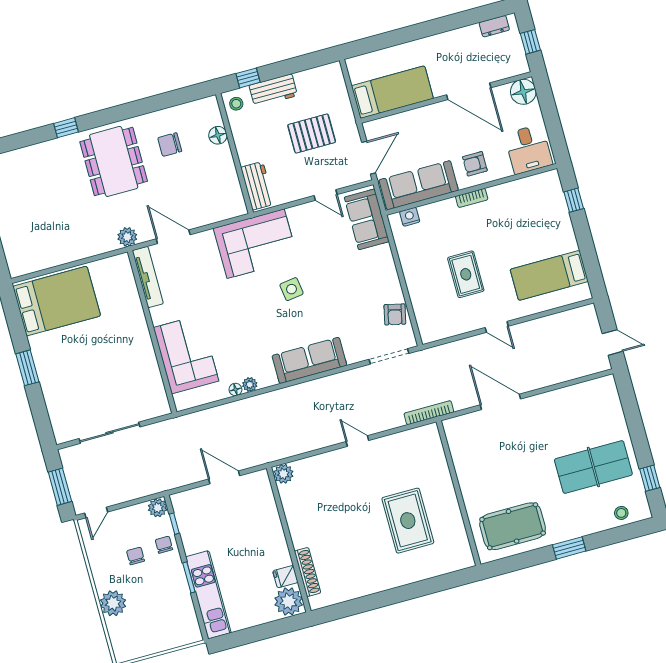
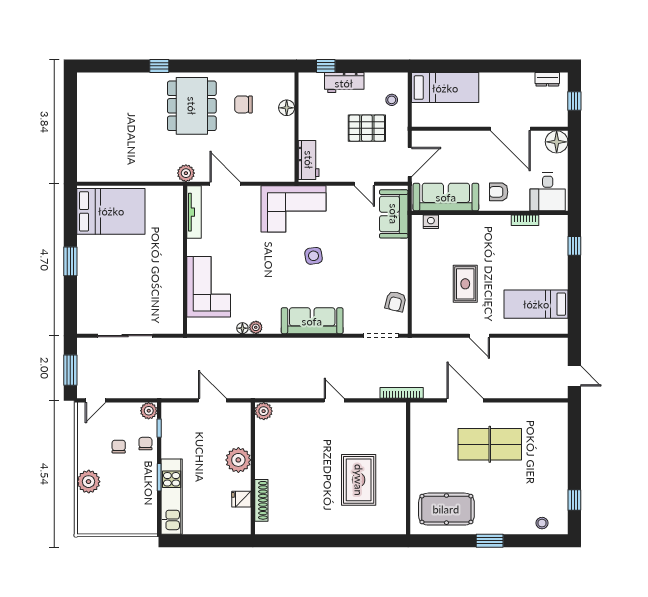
bed: (392, 92) -> (445, 88), moved
stool: (236, 104) -> (392, 100), moved
bookcase: (472, 198) -> (525, 220), moved
table tennis table: (593, 467) -> (490, 444), moved
plant: (289, 601) -> (238, 460), moved

